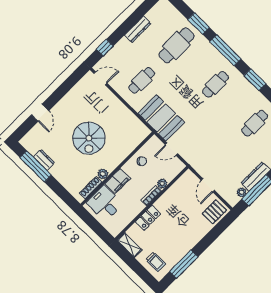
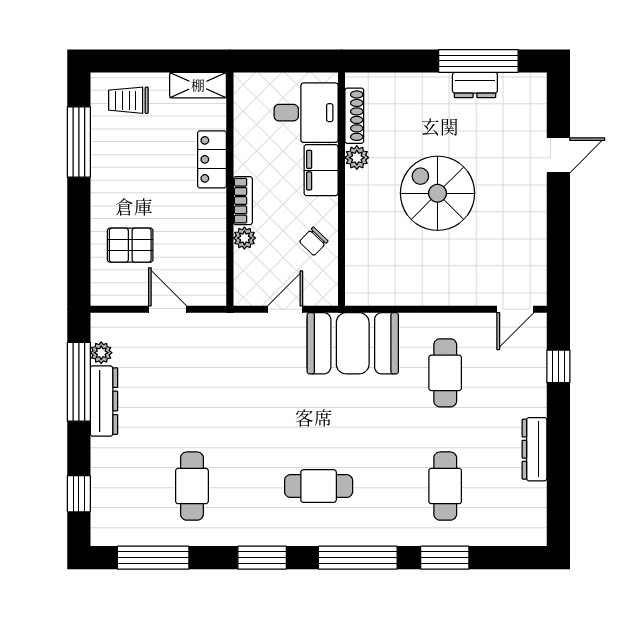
cafe table: (176, 45) -> (445, 486), width x0.73, depth x0.74
cafe table: (216, 84) -> (319, 486), turned 90
door: (40, 113) -> (558, 155), swing flipped
pallet: (214, 212) -> (130, 245), moved, turned 90

